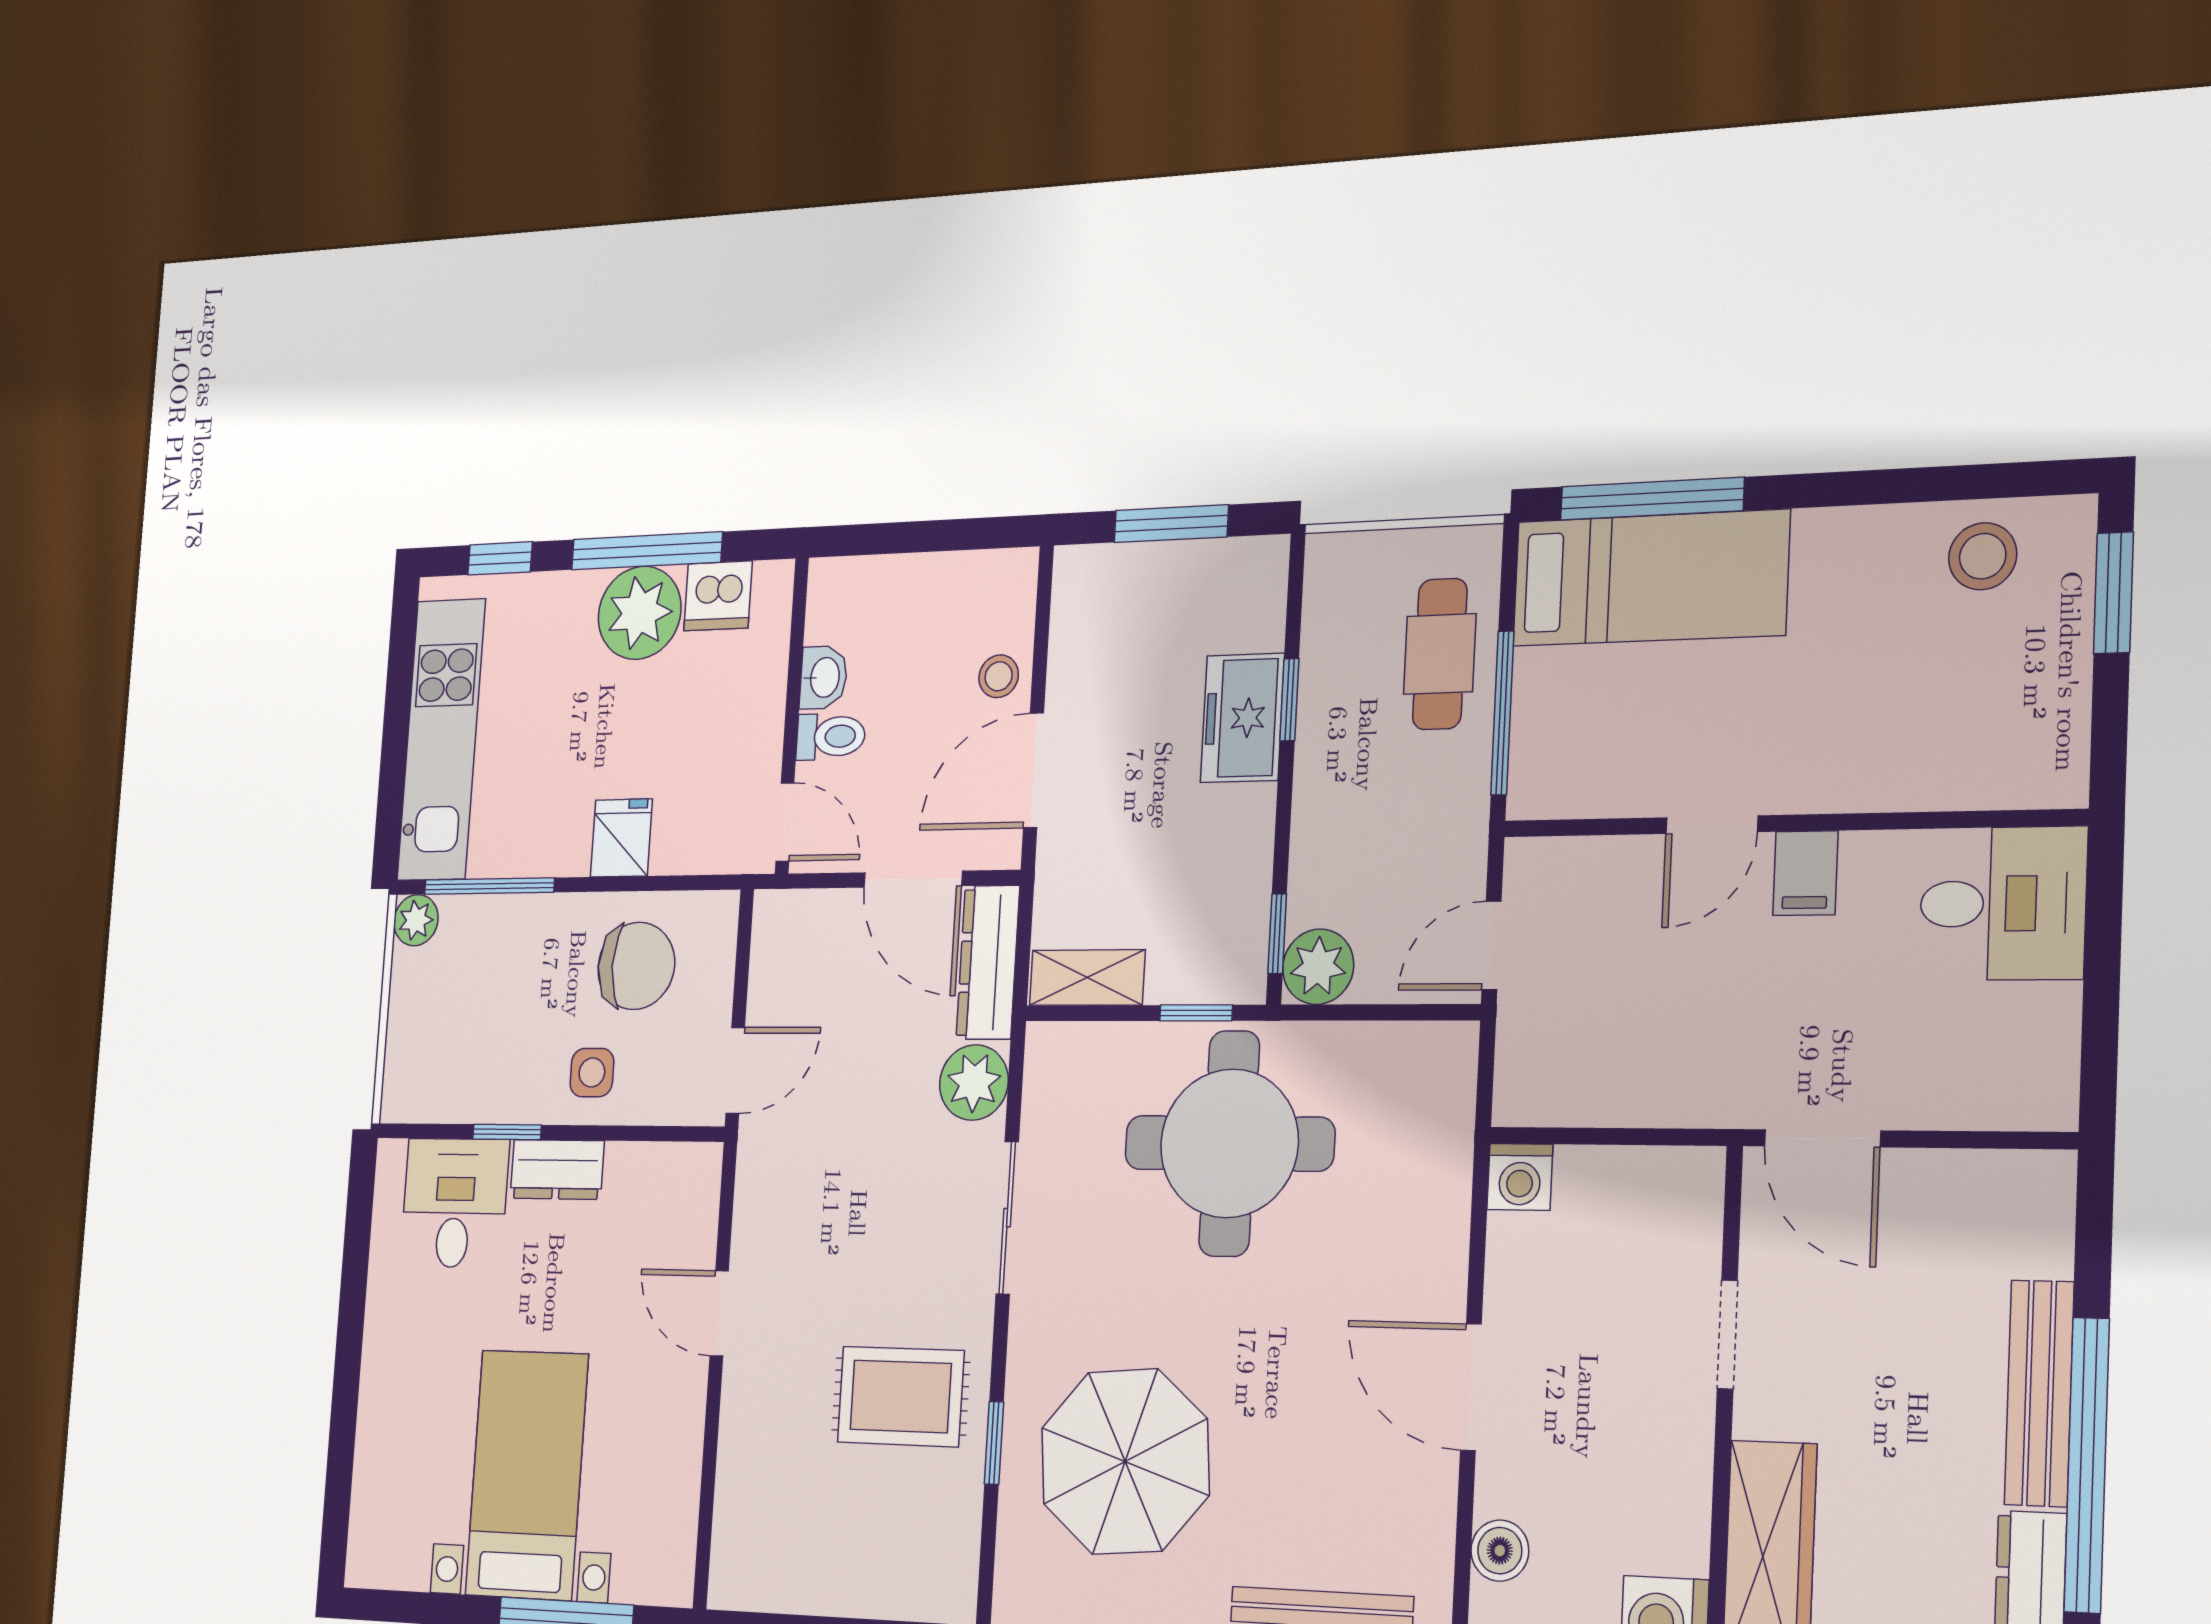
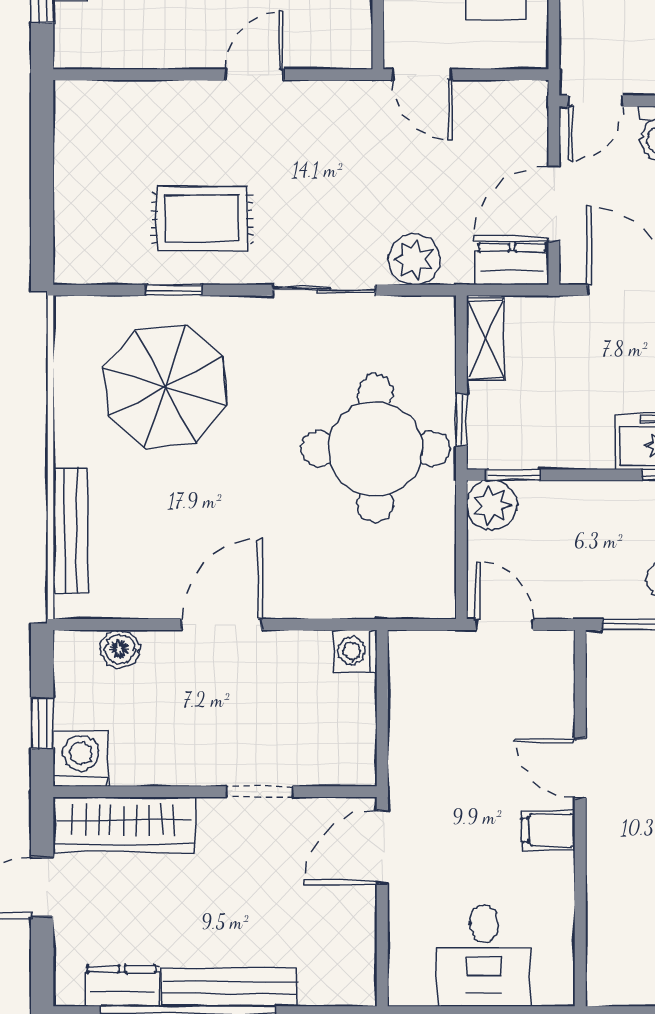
desk: (2003, 904) -> (484, 955), moved
dresser: (988, 962) -> (512, 264), width x0.70
rug: (901, 1396) -> (202, 218), turned 90

